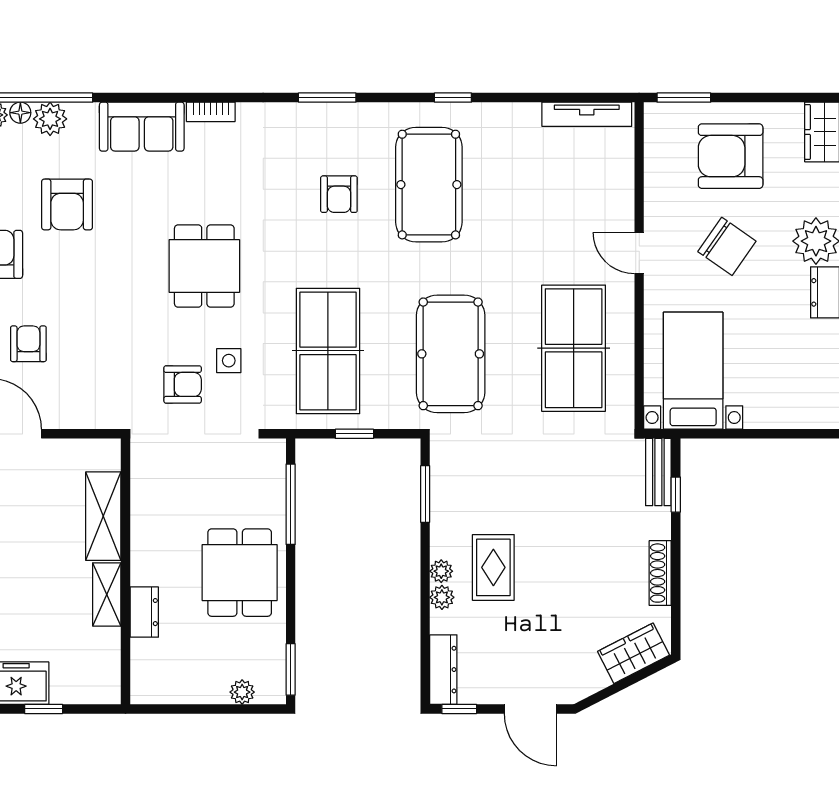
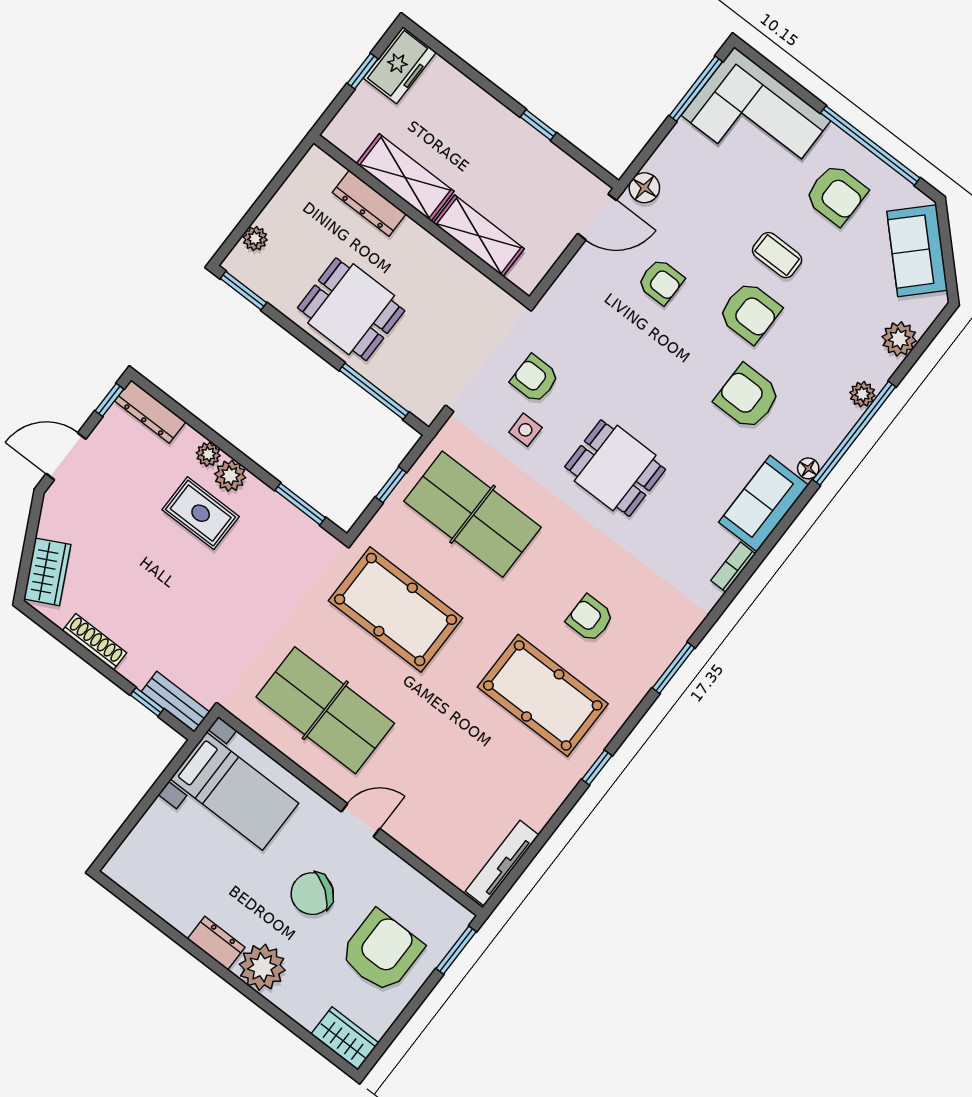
floor lamp: (20, 113) -> (808, 468), moved
plant: (50, 119) -> (826, 436), removed
armchair: (183, 384) -> (535, 379), turned 90
plant: (441, 571) -> (230, 476), width x1.38, depth x1.38
shelving: (107, 594) -> (405, 177), width x1.50, depth x1.33
dresser: (144, 612) -> (369, 203), width x1.44

